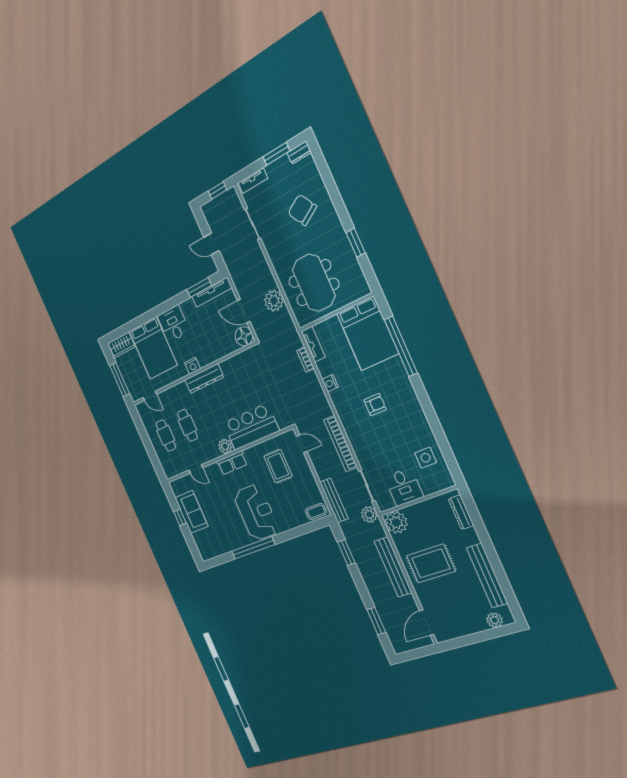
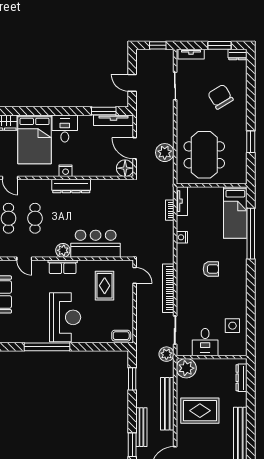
bed: (368, 333) -> (235, 213), width x0.67
bench: (334, 500) -> (141, 427), moved

